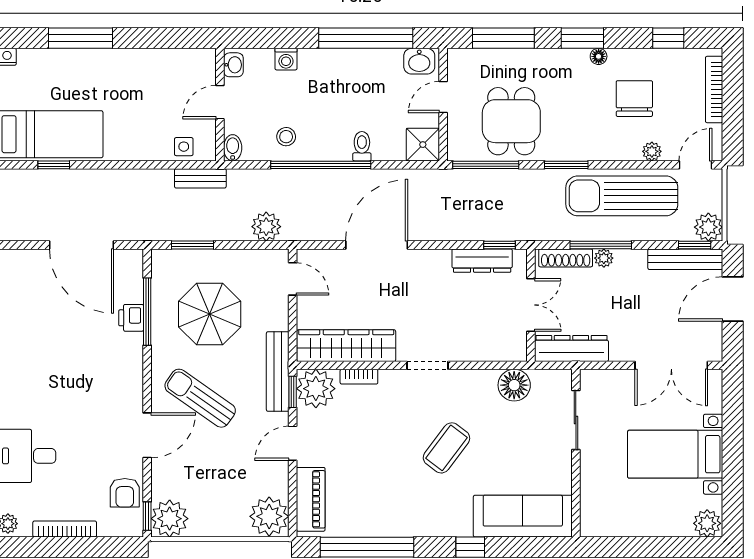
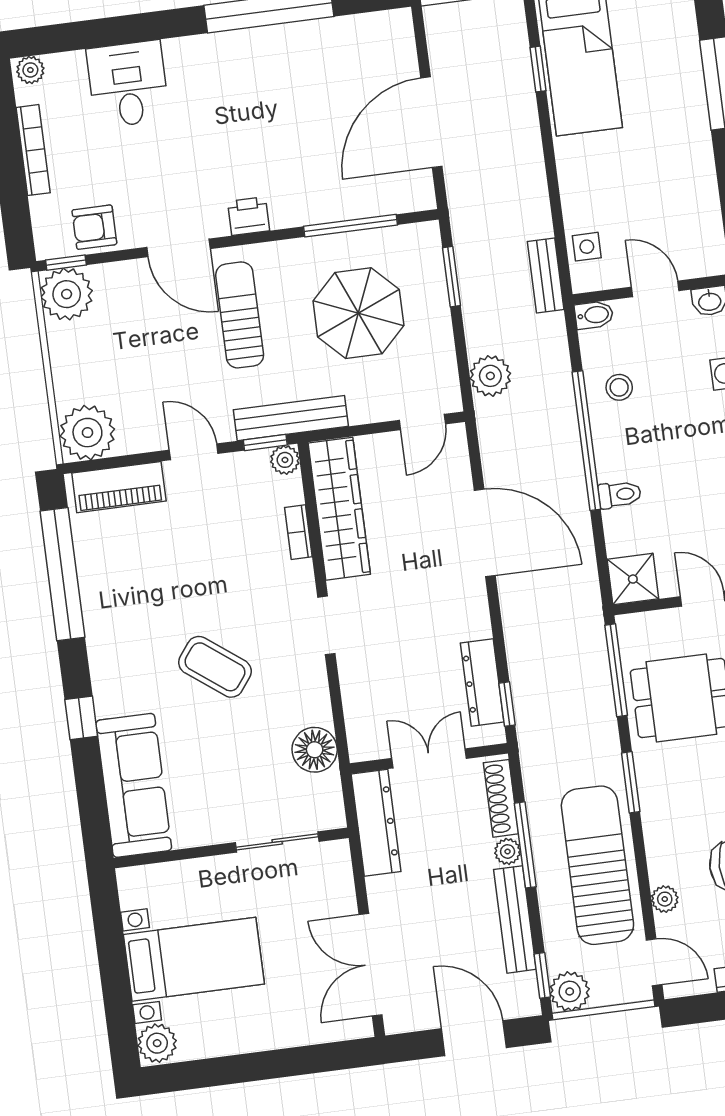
bench: (685, 259) -> (515, 919), moved
double door: (531, 305) -> (429, 758), swing flipped
printer: (131, 318) -> (249, 216), moved
plant: (316, 389) -> (285, 460), width x0.53, depth x0.53
sun lounger: (200, 398) -> (240, 315), turned -35
bed with nightstands: (675, 454) -> (194, 959), moved, turned 90

